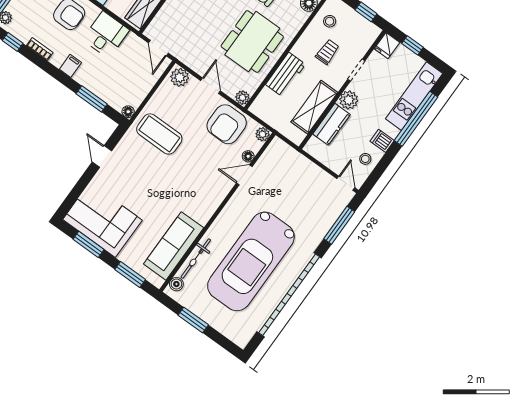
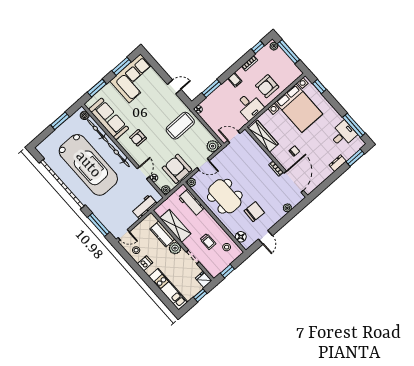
workbench: (285, 74) -> (191, 203), moved
window: (416, 119) -> (154, 287), removed
workbench: (296, 162) -> (144, 207), added
armchair: (192, 195) -> (138, 138), added
bicycle: (225, 218) -> (119, 155), added
car: (251, 261) -> (88, 165), turned 180

